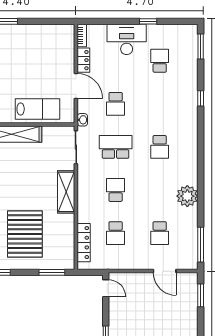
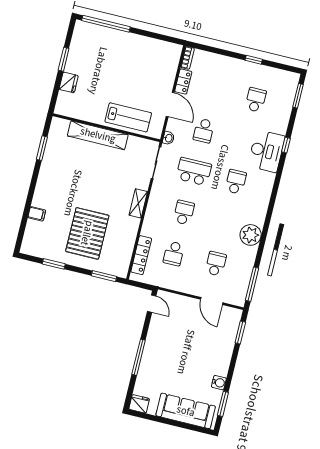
desk: (127, 39) -> (266, 151), moved, turned 90
school desk: (160, 147) -> (236, 182), turned 180
shelving: (66, 192) -> (138, 203), width x0.67, depth x0.75
school desk: (160, 233) -> (216, 264), turned 180

